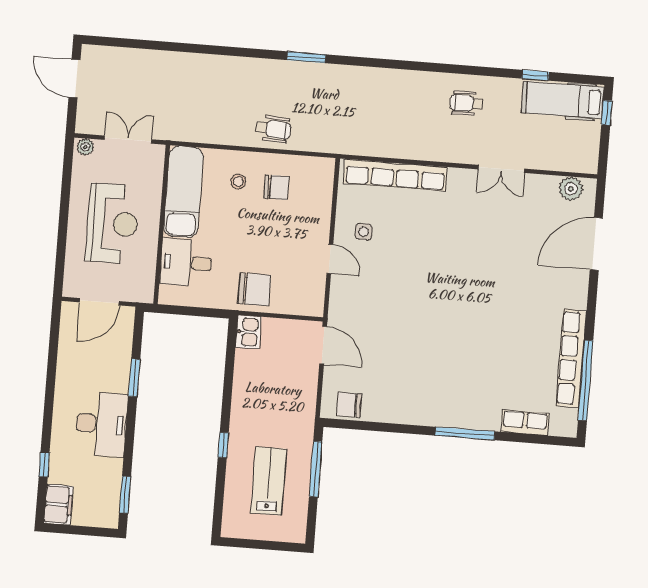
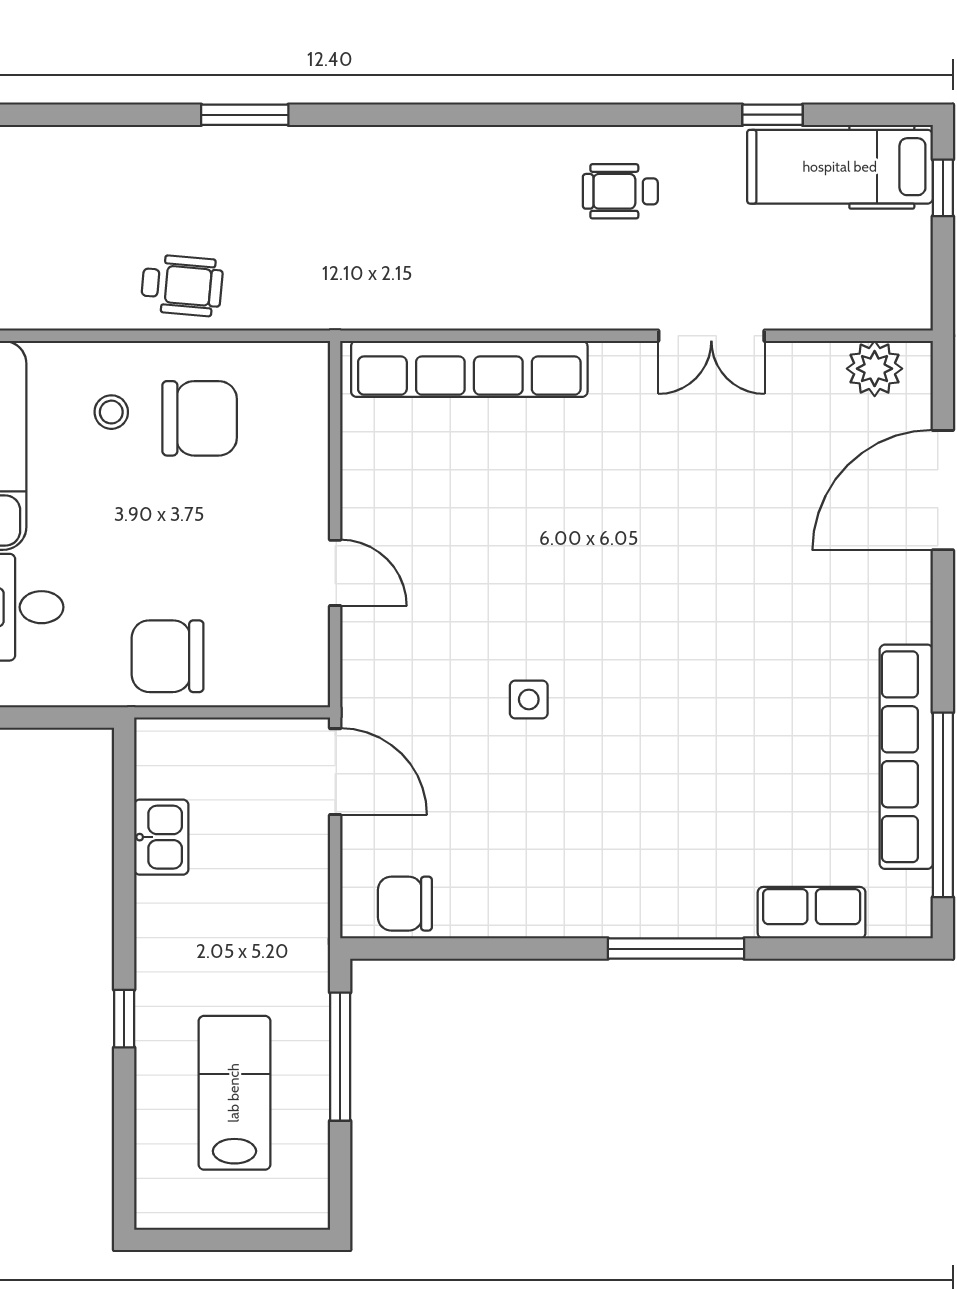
chair: (276, 187) -> (200, 418), width x1.37, depth x1.37
side table: (364, 232) -> (529, 699), moved
chair: (254, 289) -> (168, 656), turned 180
kitchen sink: (248, 332) -> (161, 837), moved

